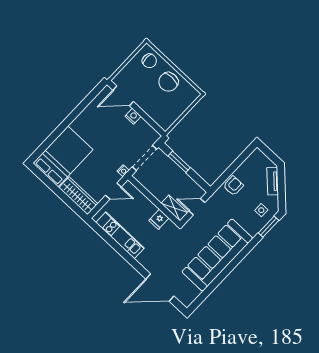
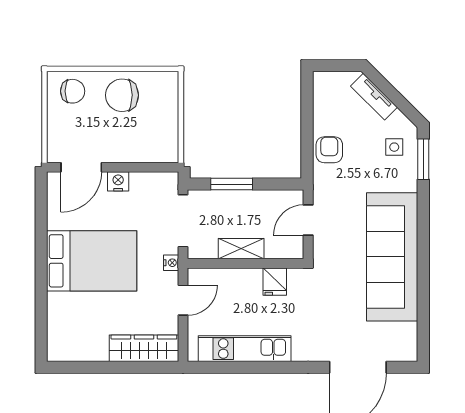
chair: (168, 82) -> (122, 95), turned 90
bed: (63, 156) -> (92, 261), moved, turned 90
shelving: (174, 208) -> (241, 249), moved

